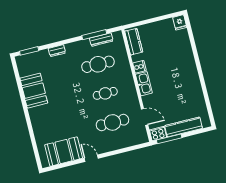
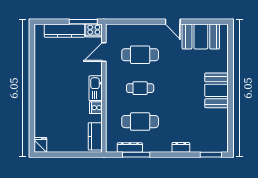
booth: (34, 91) -> (217, 90), moved
door: (145, 117) -> (104, 52), hinge flipped

